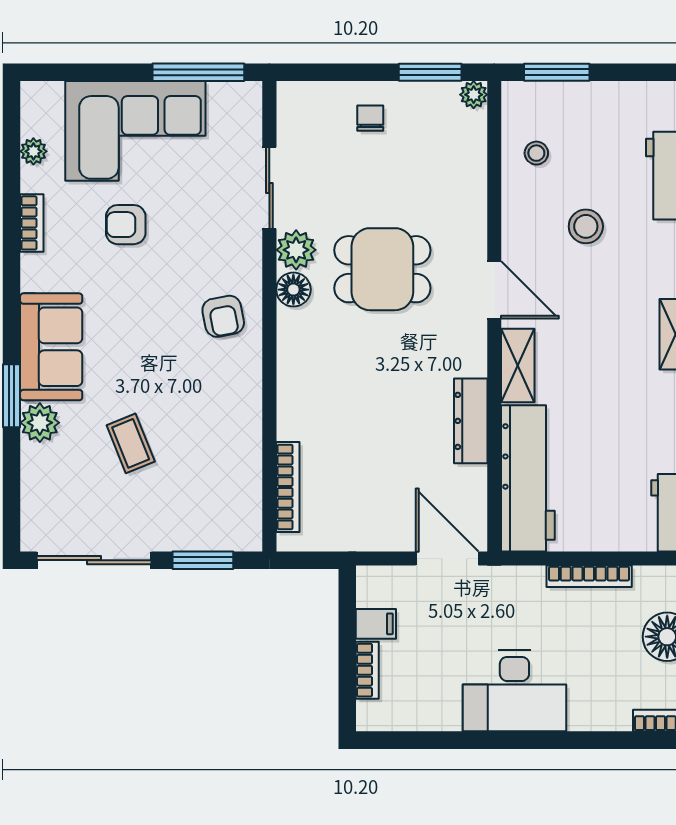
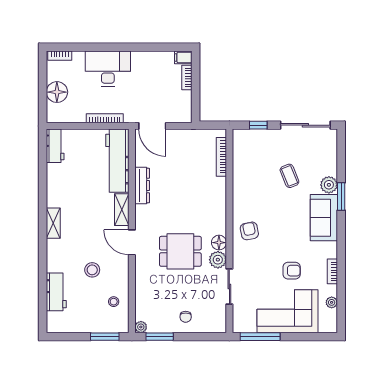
window: (203, 560) -> (258, 125), width x0.67
bookcase: (589, 576) -> (105, 118), moved
filing cabinet: (376, 624) -> (183, 57), moved
desk: (514, 691) -> (108, 69), moved

